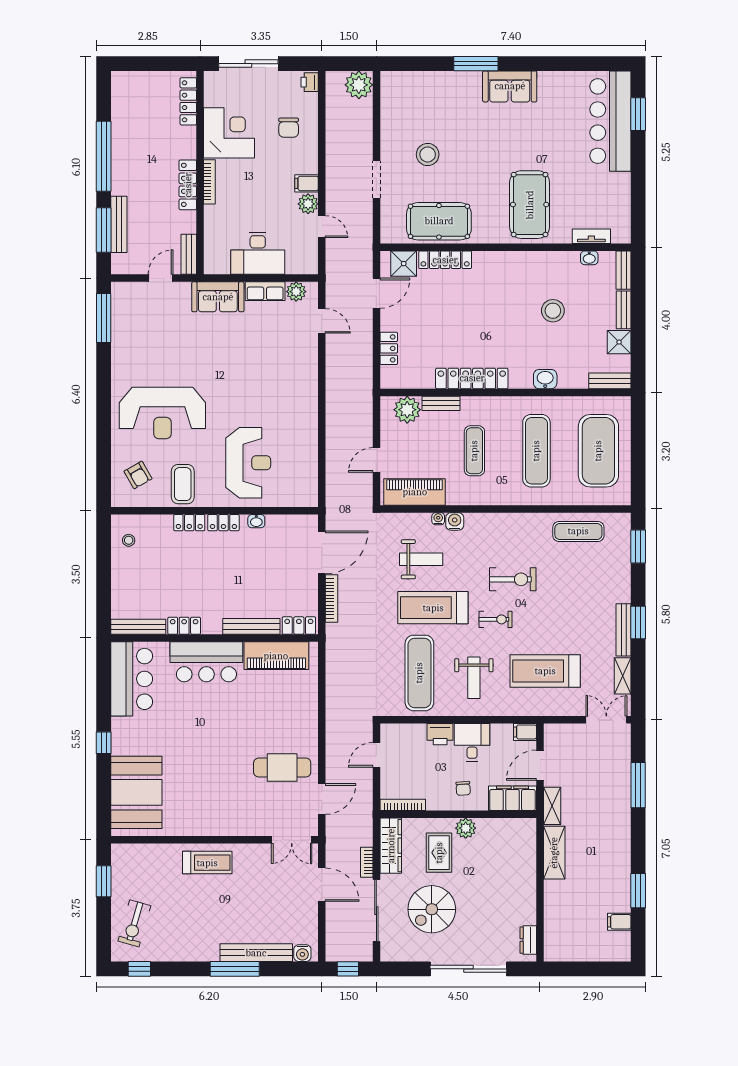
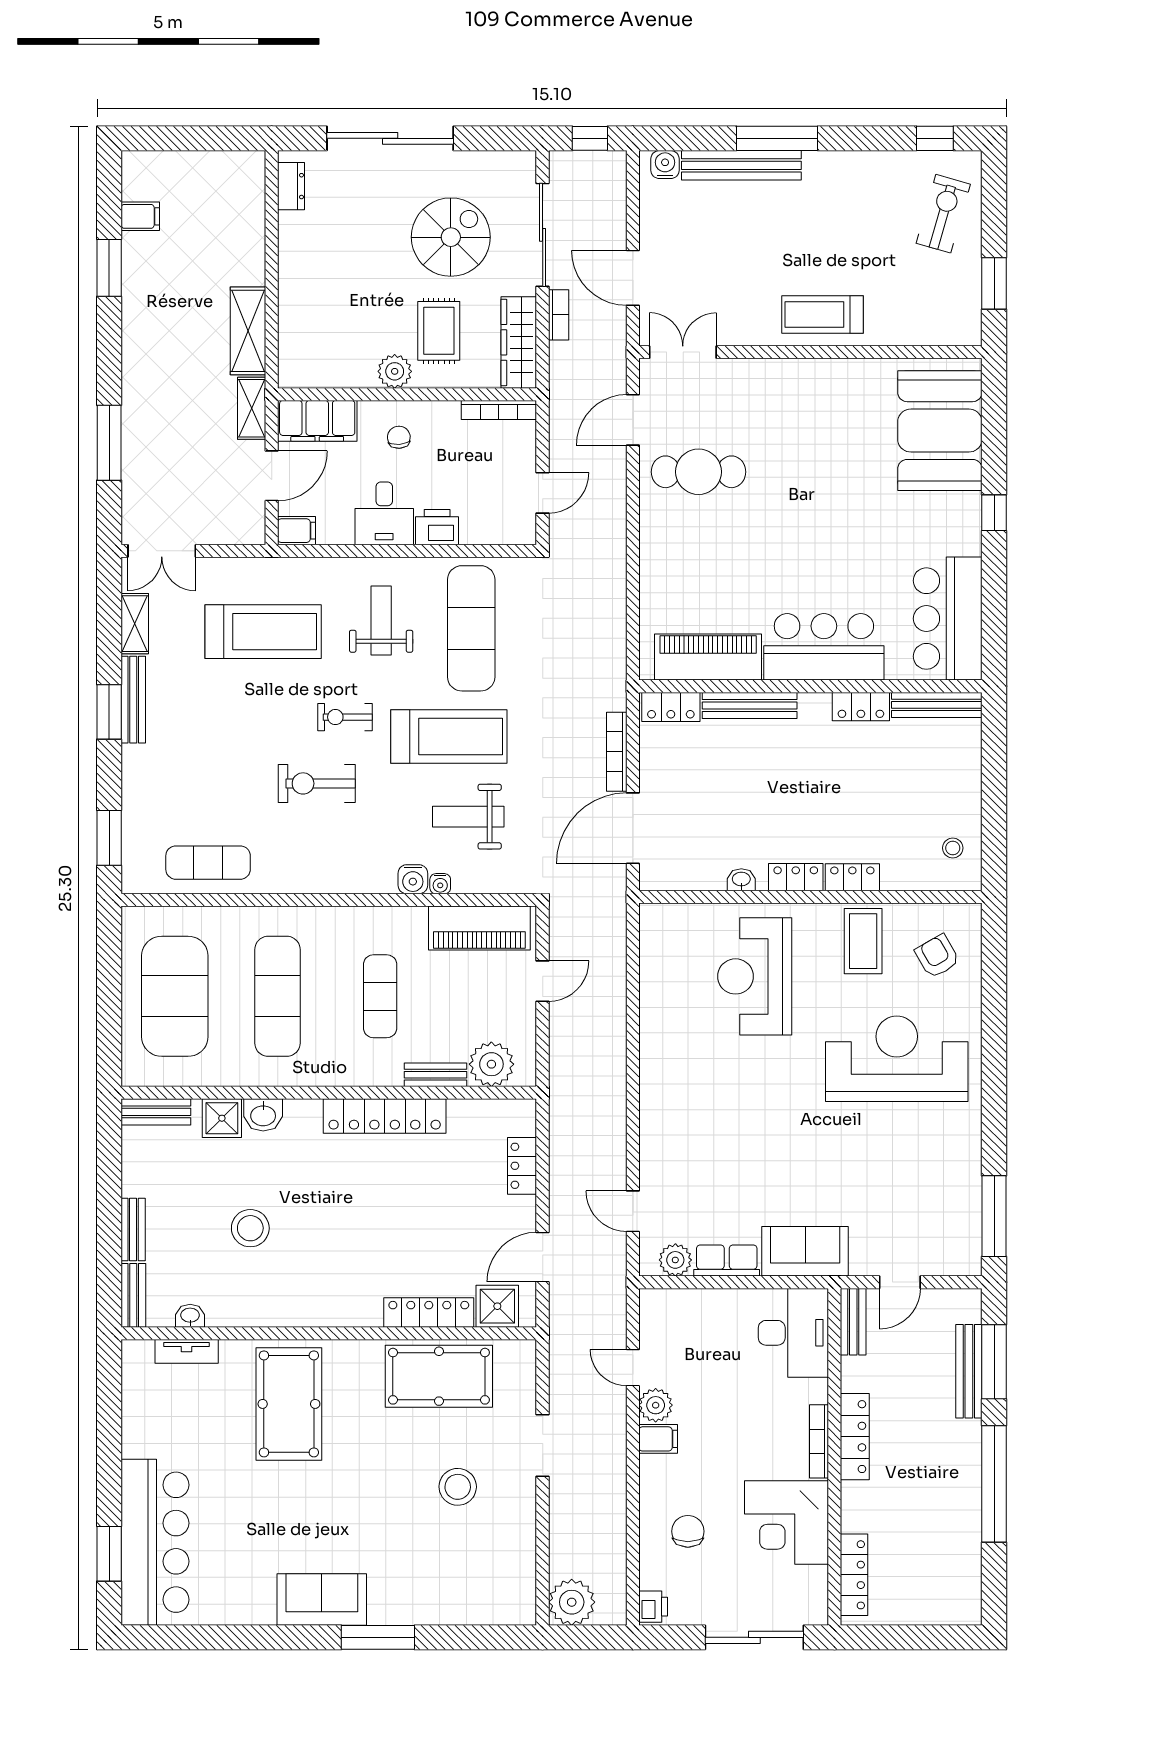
desk: (258, 253) -> (793, 1333), moved, turned 90
shower: (619, 342) -> (222, 1118), moved

